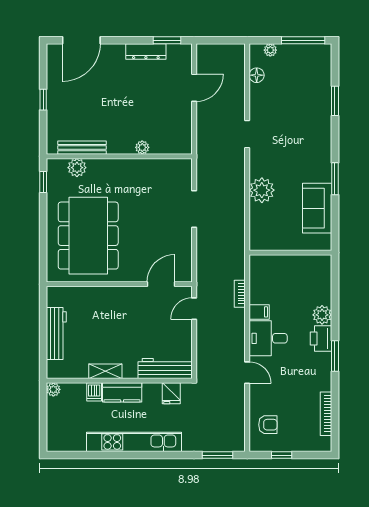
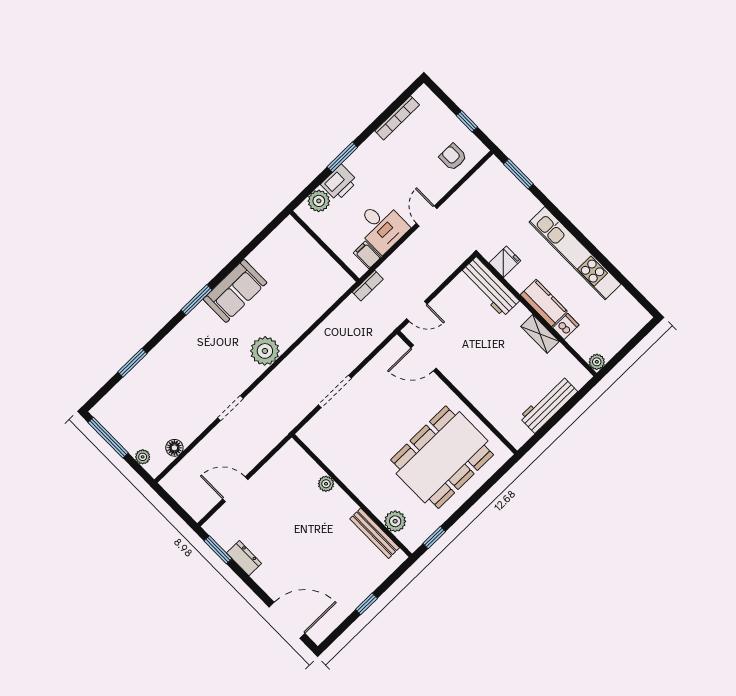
dresser: (146, 51) -> (244, 558), width x0.70
wall: (290, 253) -> (325, 246), moved

